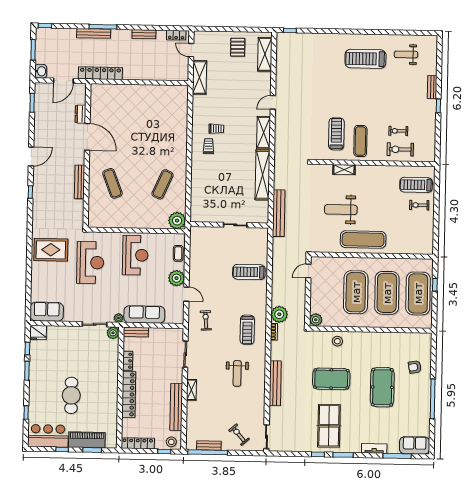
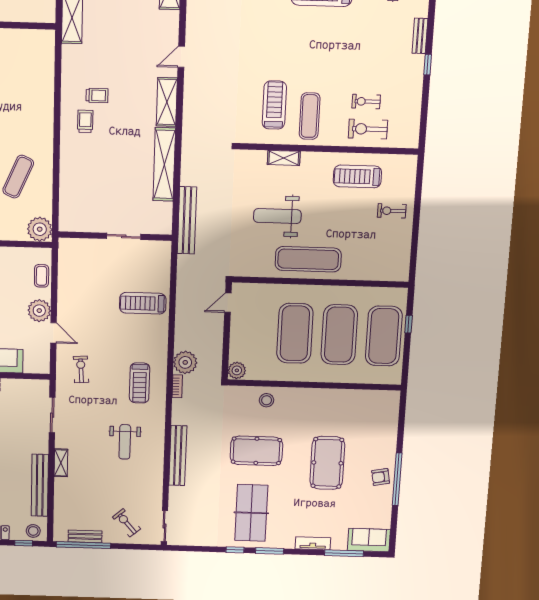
treadmill: (416, 185) -> (357, 176), moved
armchair: (415, 367) -> (381, 477), moved

